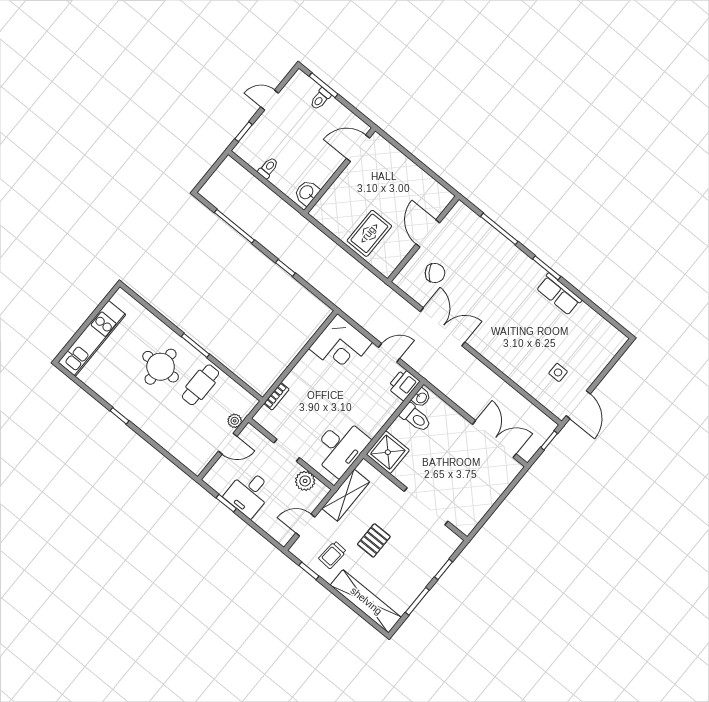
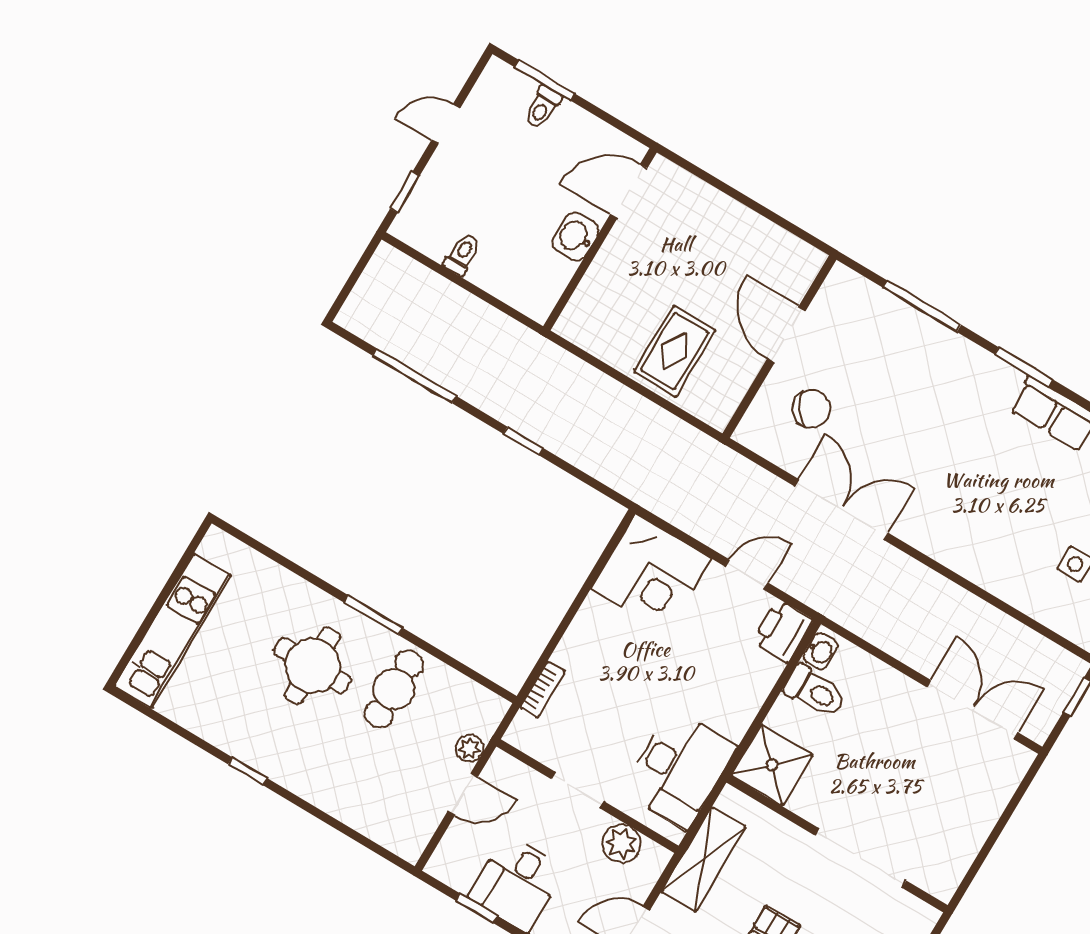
washbasin: (307, 193) -> (576, 236), moved

